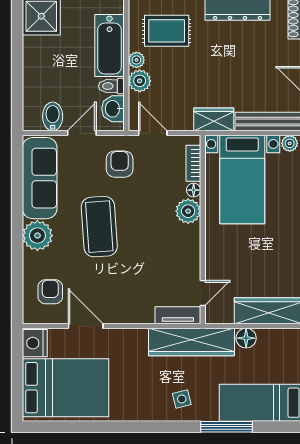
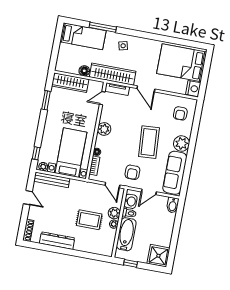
rug: (167, 31) -> (89, 220), moved
bidet: (53, 116) -> (173, 205), moved
wardrobe: (214, 119) -> (80, 186), removed
plant: (188, 211) -> (104, 129), moved
door: (86, 326) -> (146, 89), moved

